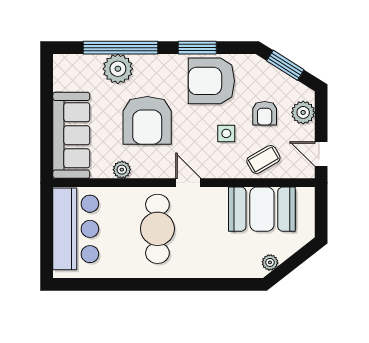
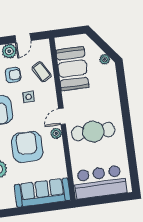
armchair: (147, 120) -> (27, 147), turned -90
door: (321, 154) -> (23, 38), moved
plant: (122, 170) -> (56, 133), moved

